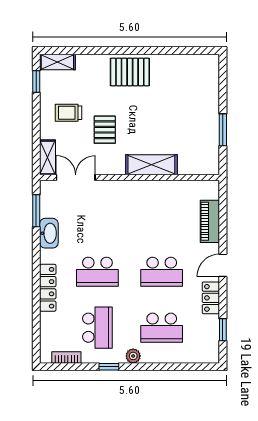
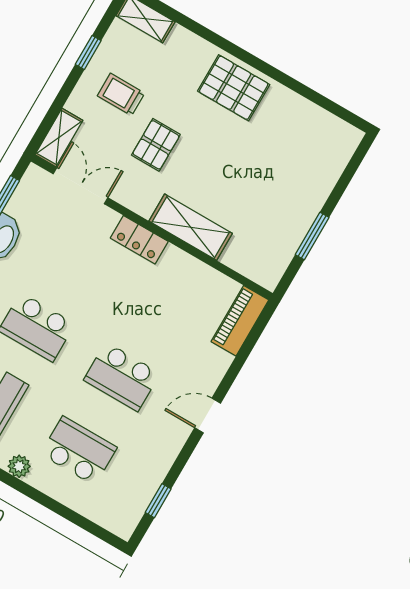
window: (36, 81) -> (88, 53), moved
piano: (210, 221) -> (240, 321), moved
locker: (211, 298) -> (139, 240), moved, turned -90
school desk: (162, 328) -> (79, 451), turned 180

